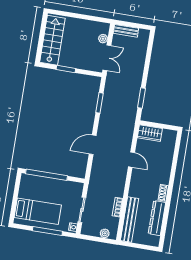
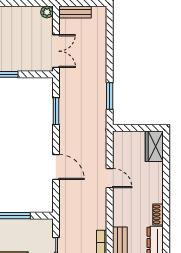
plant: (103, 39) -> (47, 12), moved
wardrobe: (150, 133) -> (154, 146), moved, turned 90
door: (93, 145) -> (56, 167), swing flipped

